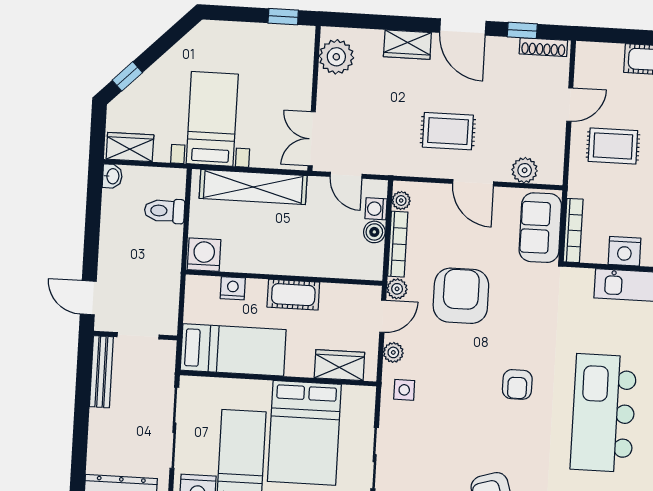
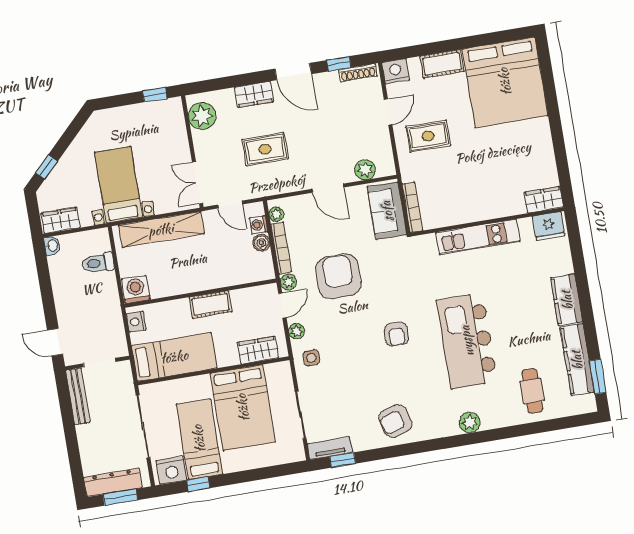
rug: (448, 131) -> (265, 149), moved
nightstand: (625, 251) -> (396, 71), moved, turned 180
nightstand: (233, 288) -> (136, 322), moved, turned -90

